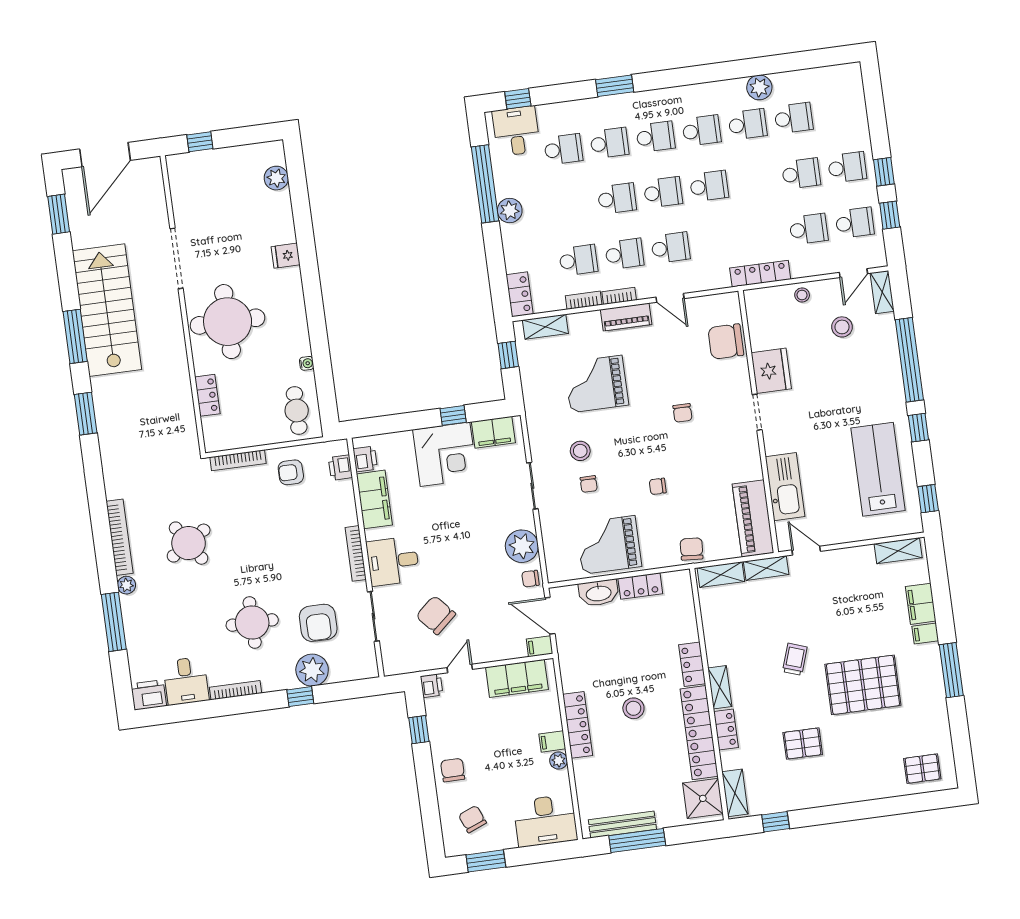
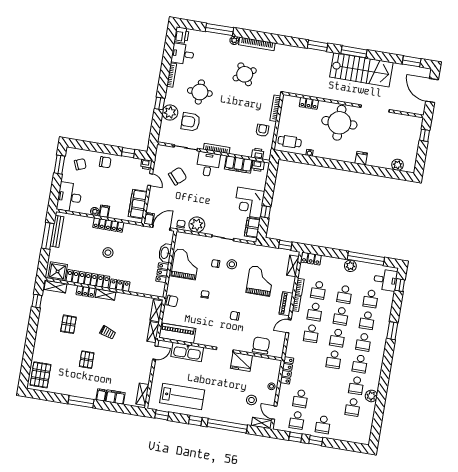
school desk: (801, 174) -> (345, 294), moved
pallet: (863, 685) -> (87, 360), width x0.49, depth x0.50
pallet: (922, 769) -> (40, 375), width x1.50, depth x1.42

